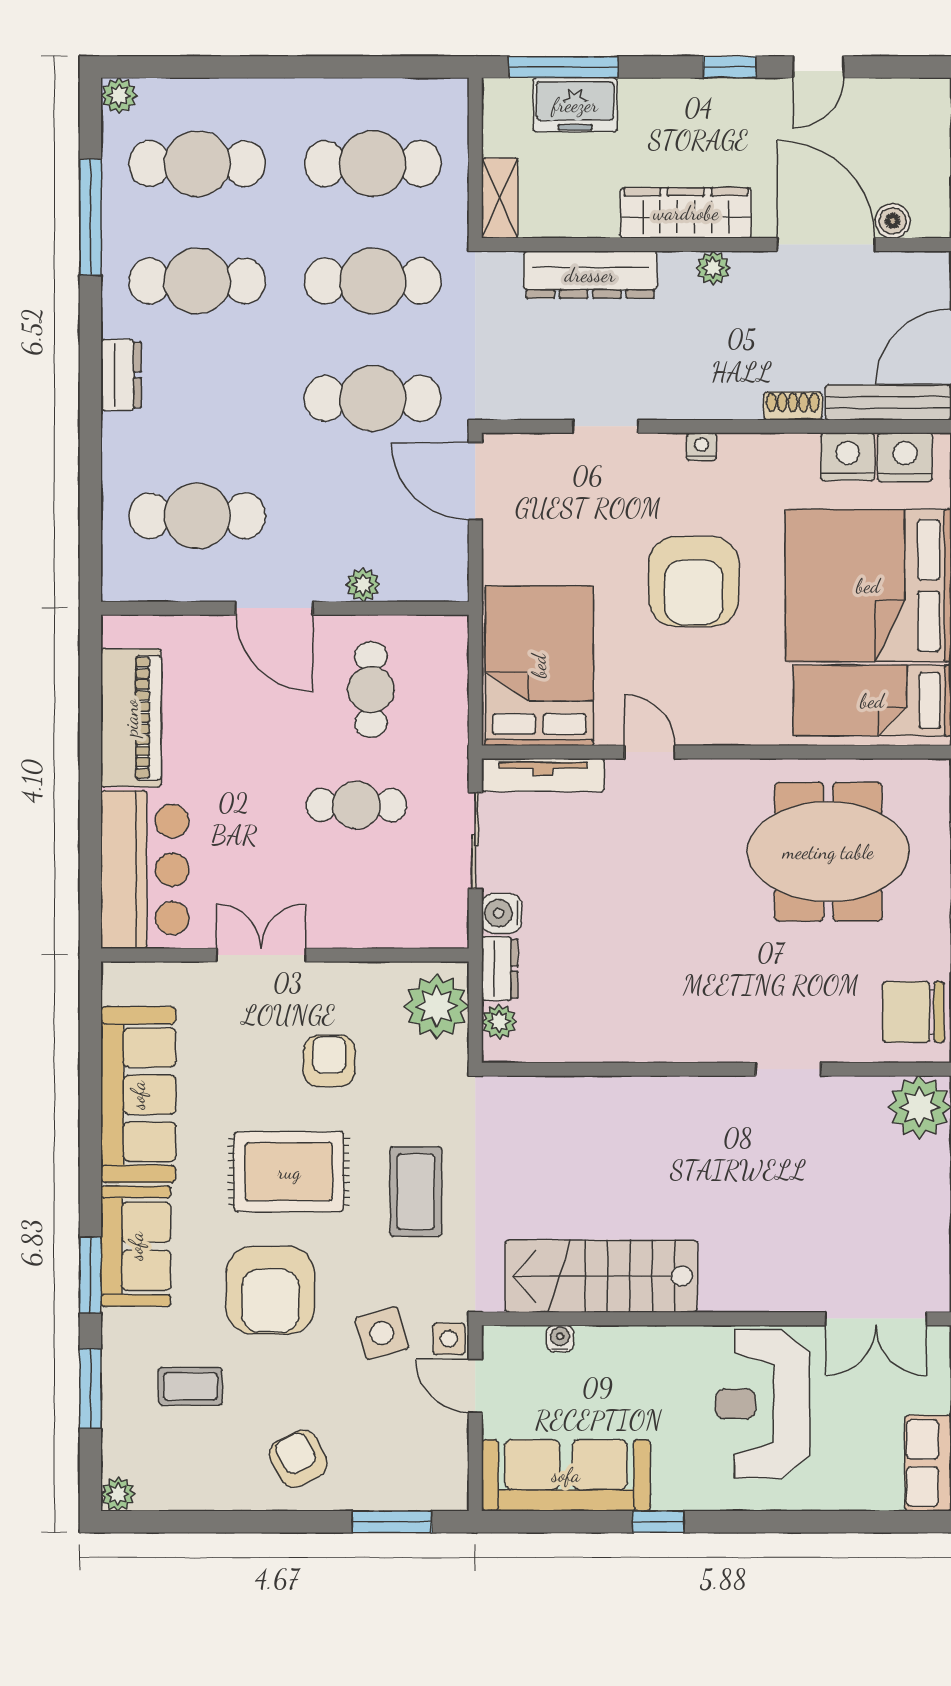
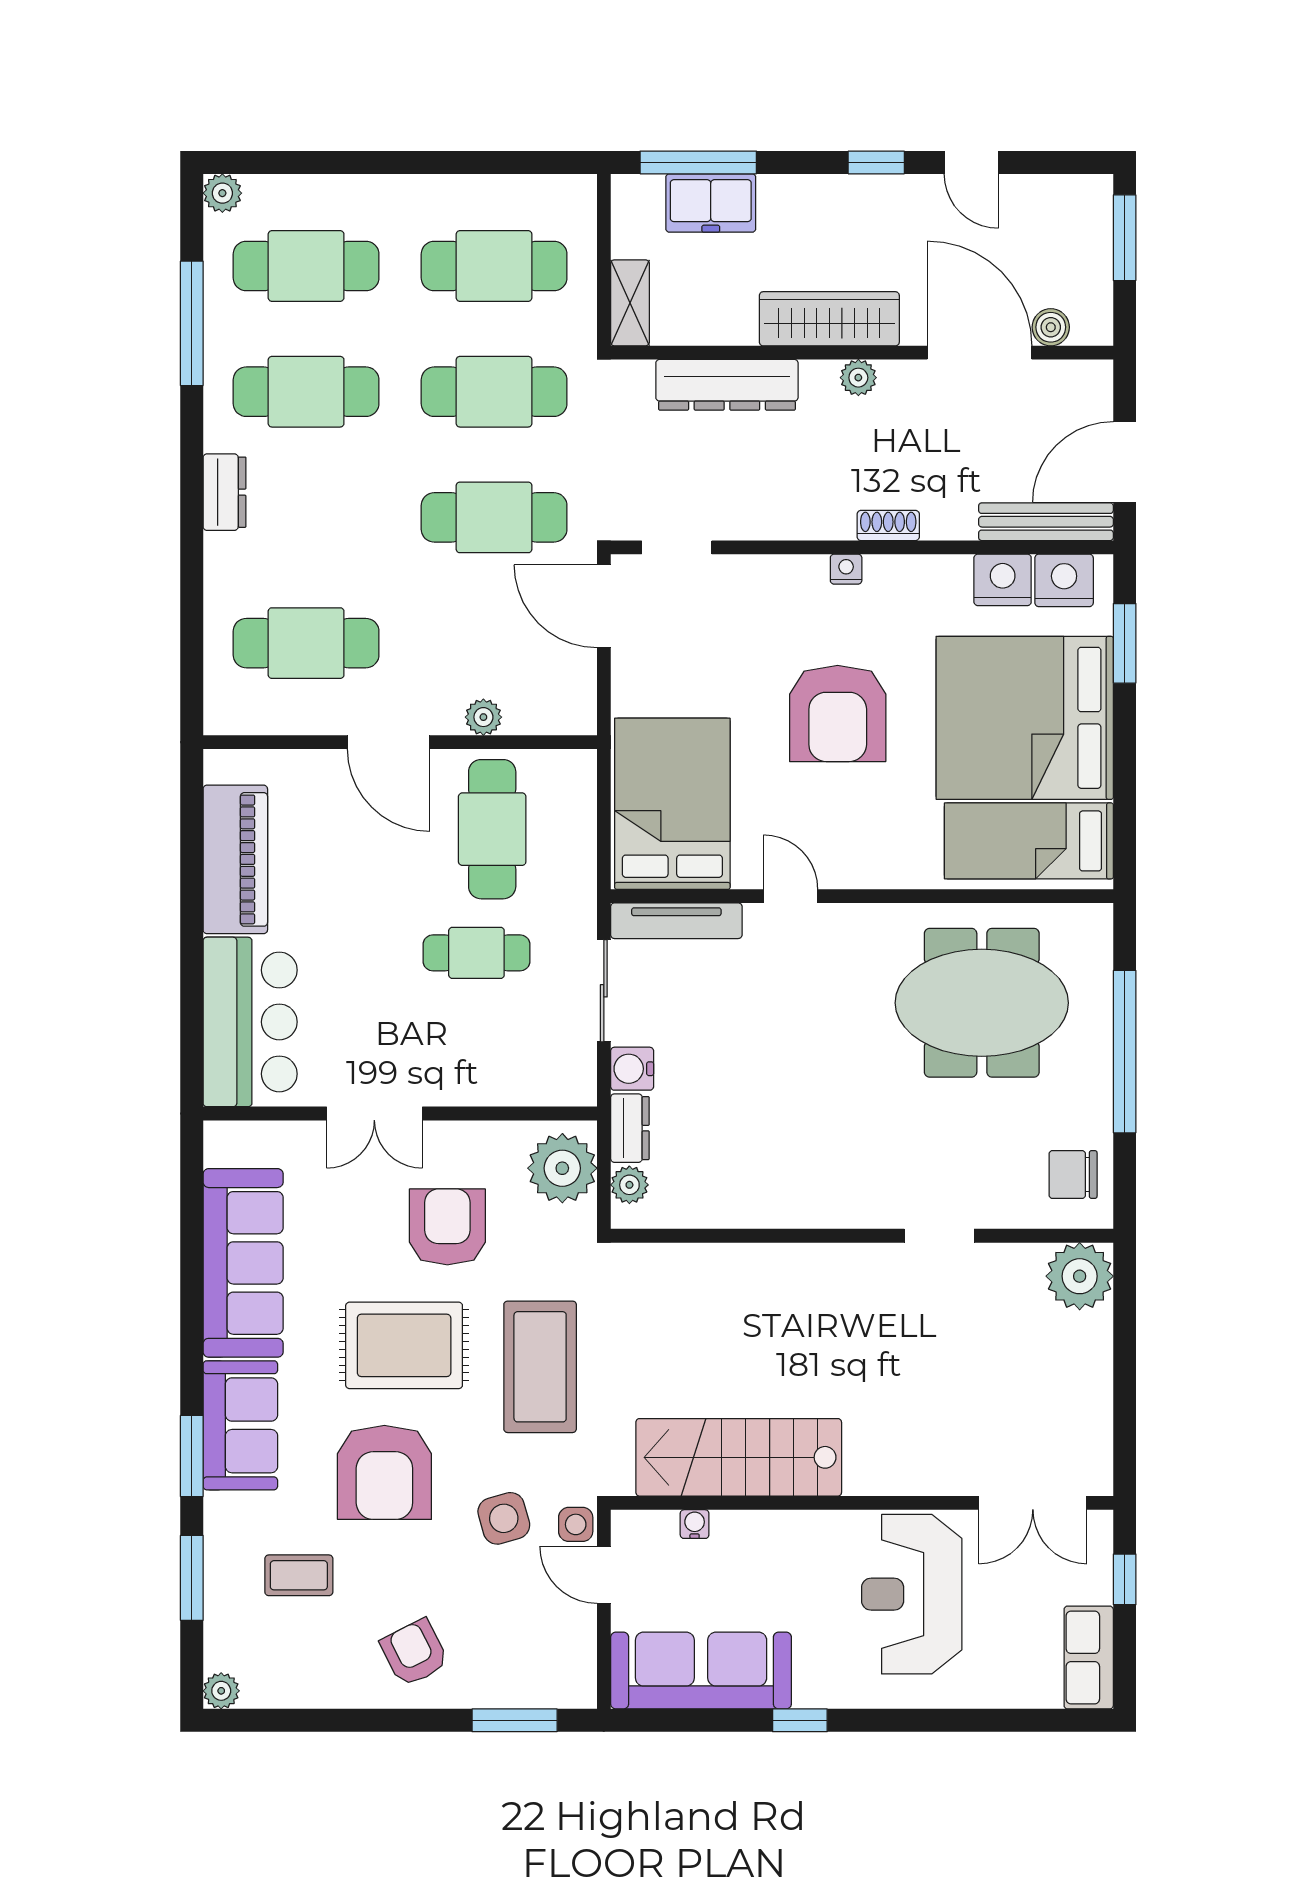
door: (818, 67) -> (971, 162), hinge flipped
shoe rack: (793, 406) -> (888, 525), moved
doorway: (606, 426) -> (677, 547), moved
cafe table: (371, 690) -> (492, 829), width x1.37, depth x1.35
double door: (261, 955) -> (374, 1113), swing flipped
chair: (913, 1012) -> (1073, 1175), width x0.73, depth x0.73
armchair: (329, 1061) -> (447, 1227), width x1.38, depth x1.38
coffee table: (416, 1192) -> (540, 1367), width x1.36, depth x1.32

